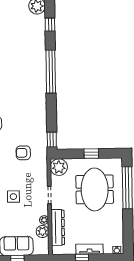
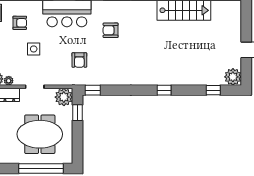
window: (51, 72) -> (164, 90), width x0.32
armchair: (23, 153) -> (79, 60), turned 180
window: (91, 154) -> (77, 113), moved

